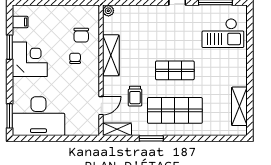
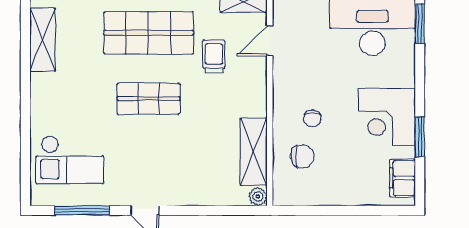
filing cabinet: (20, 22) -> (402, 178), width x2.00
checkout: (223, 33) -> (70, 160), turned 180
chair: (81, 35) -> (302, 156), turned 90
shelving: (111, 55) -> (254, 152), moved

